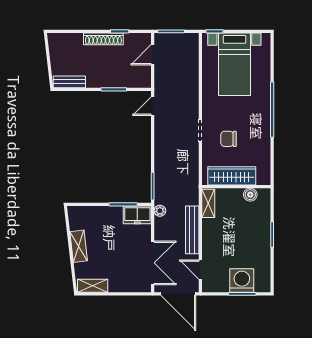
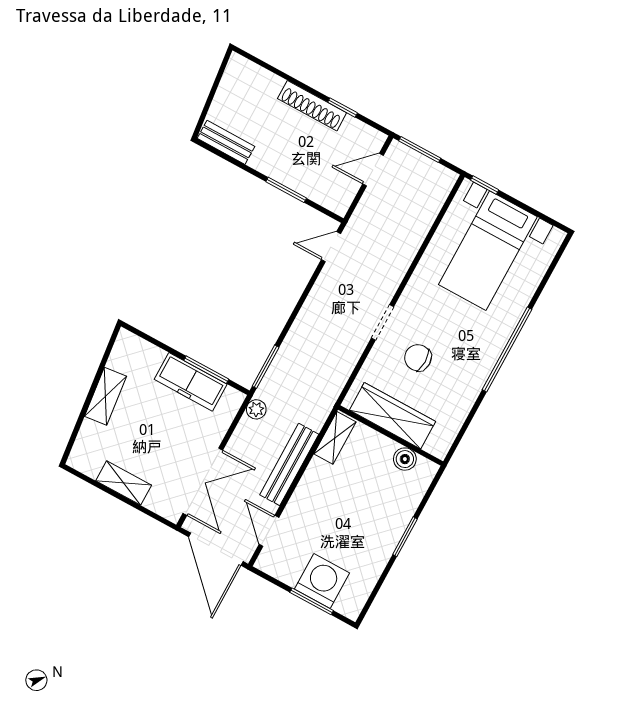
freezer: (137, 215) -> (191, 382), moved, width x1.40
shelving: (93, 286) -> (124, 483), moved

